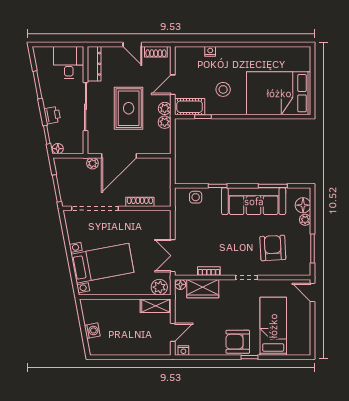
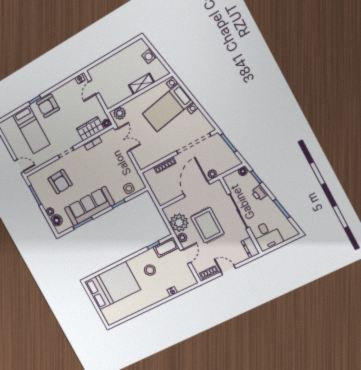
dresser: (94, 64) -> (250, 247), width x0.70
plant: (165, 122) -> (179, 223), width x1.87, depth x1.87
shelving: (156, 306) -> (141, 84), moved
armchair: (238, 342) -> (48, 106), turned 180

